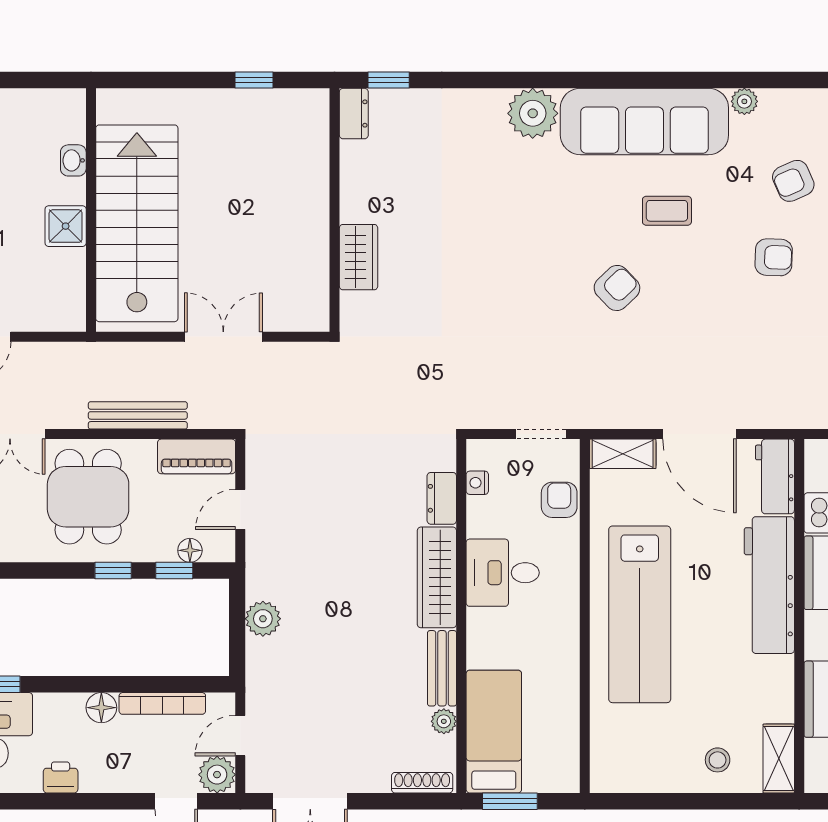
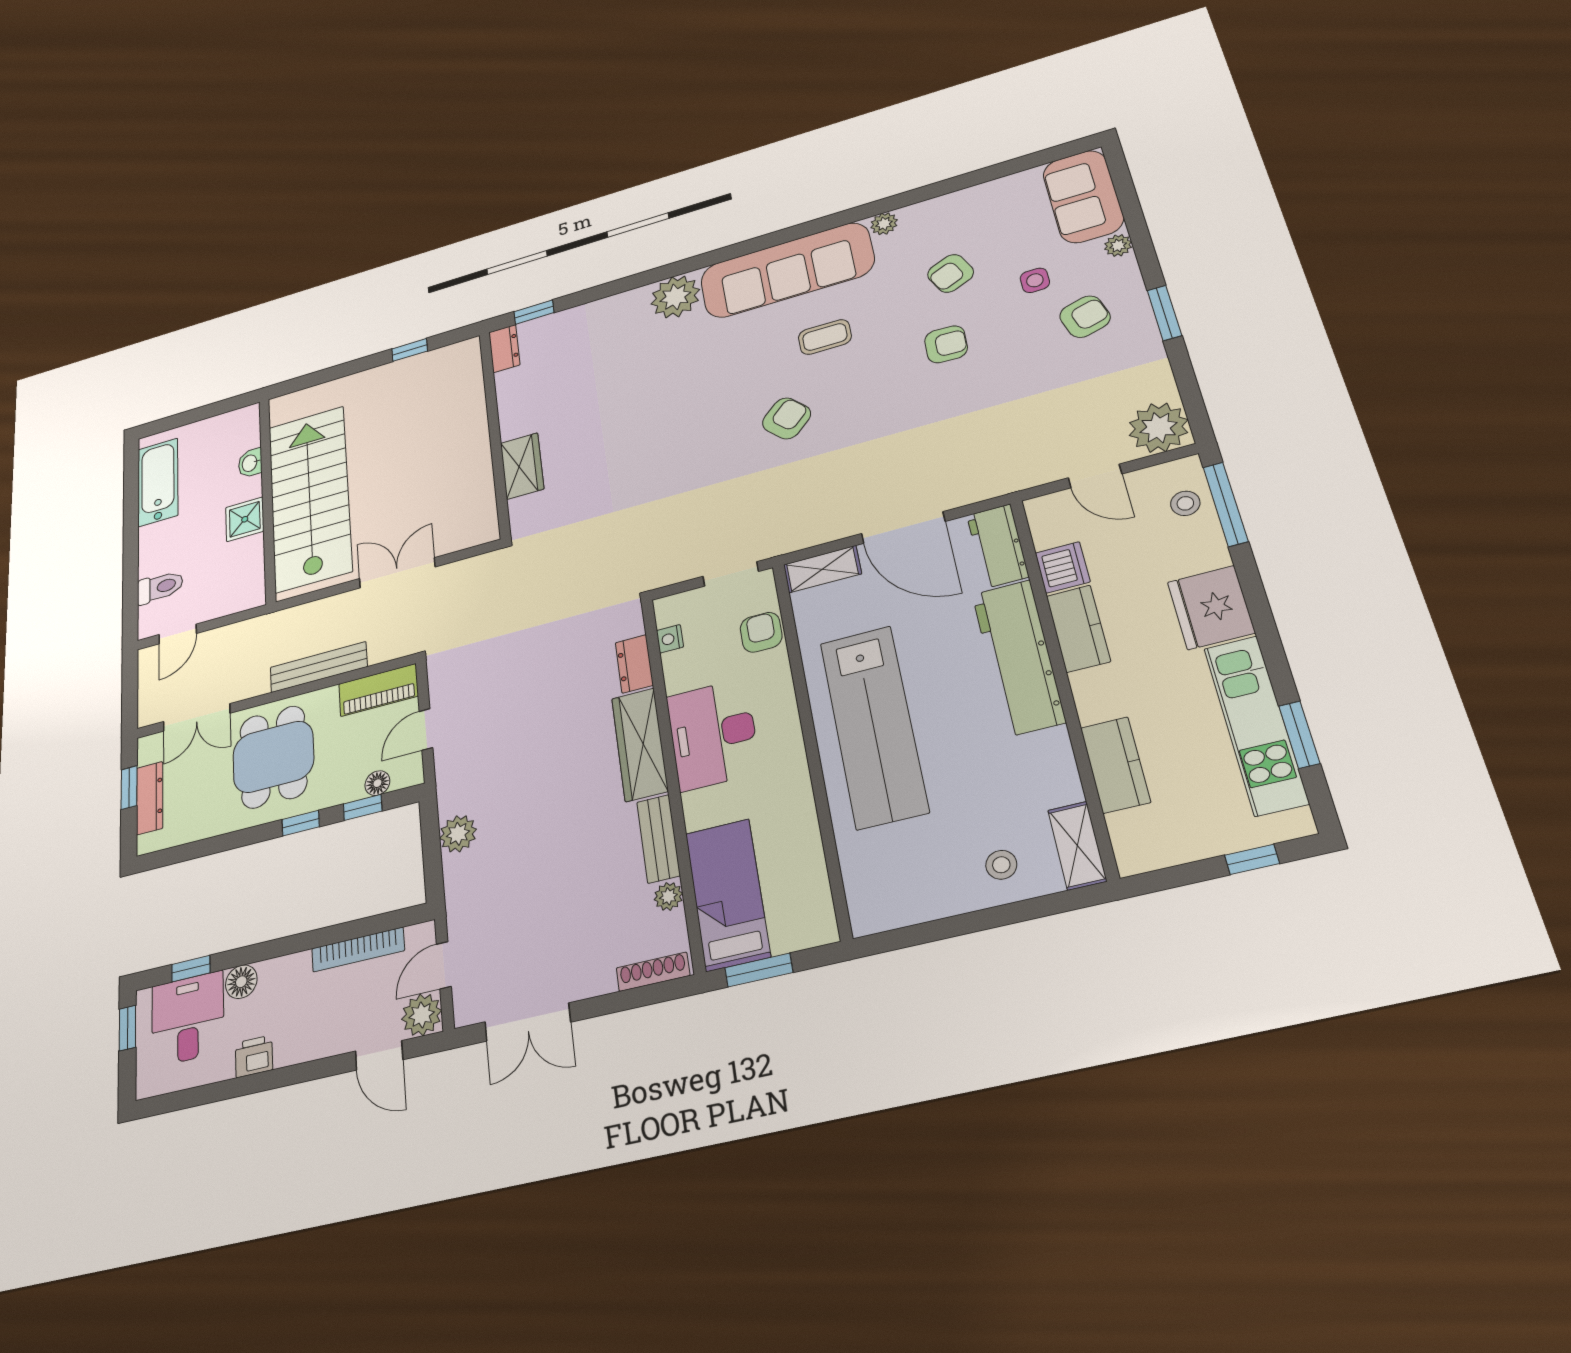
desk: (503, 573) -> (713, 734), width x1.37
floor lamp: (101, 708) -> (241, 982), moved

